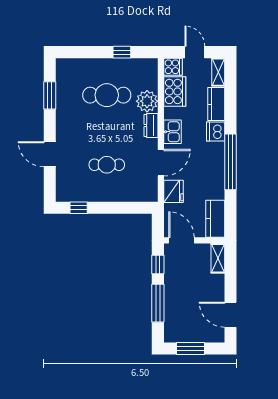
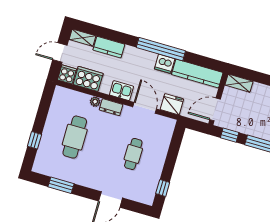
window: (122, 52) -> (35, 140), moved
plant: (147, 101) -> (95, 102), width x0.53, depth x0.53
dishwasher: (216, 132) -> (165, 64), moved
kitchen counter: (215, 219) -> (197, 74), width x1.50

